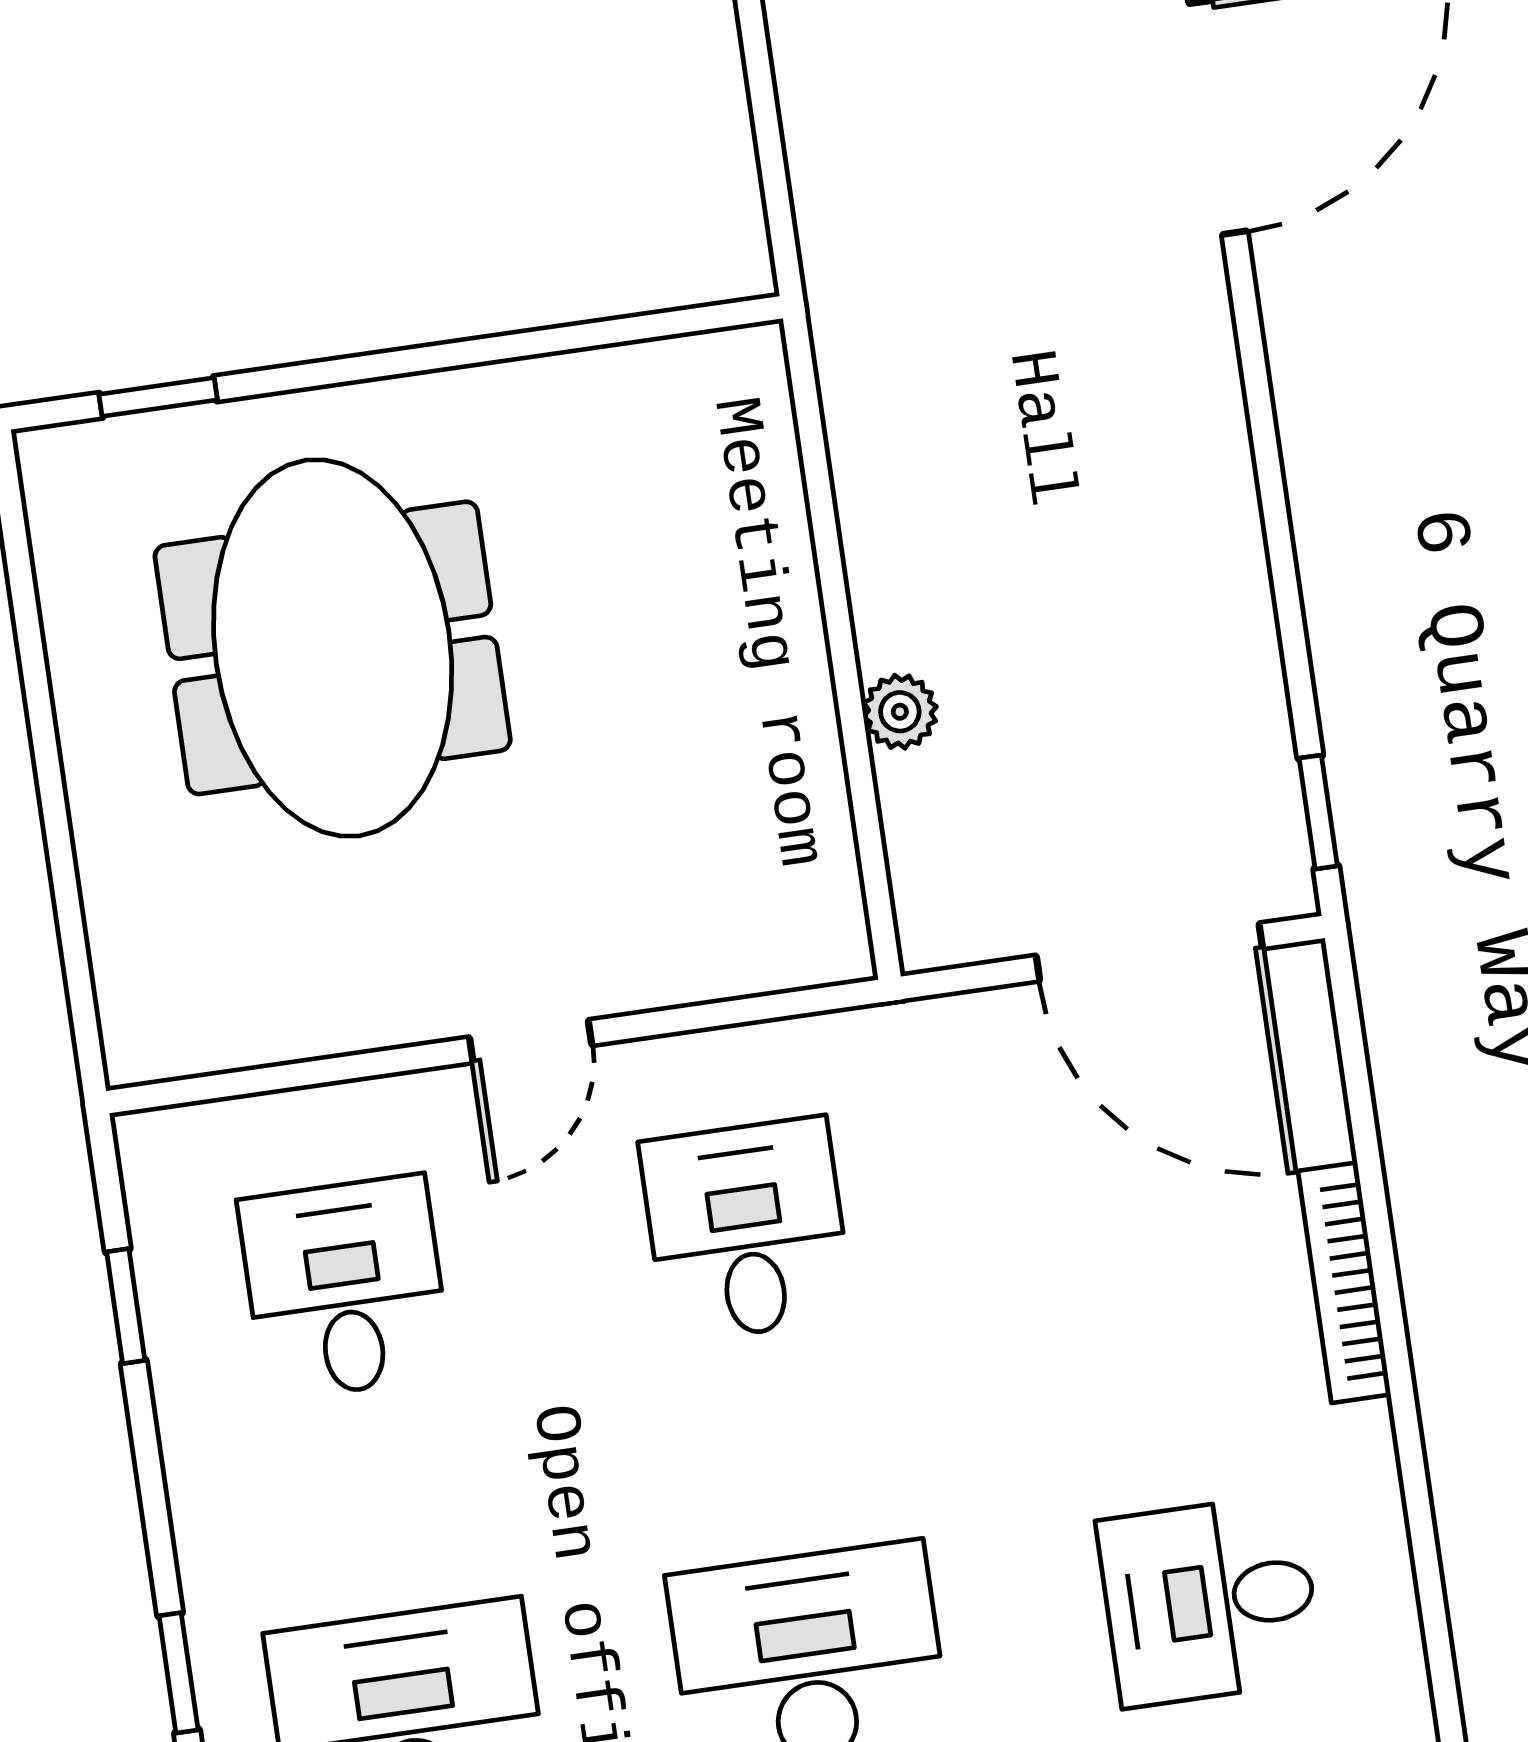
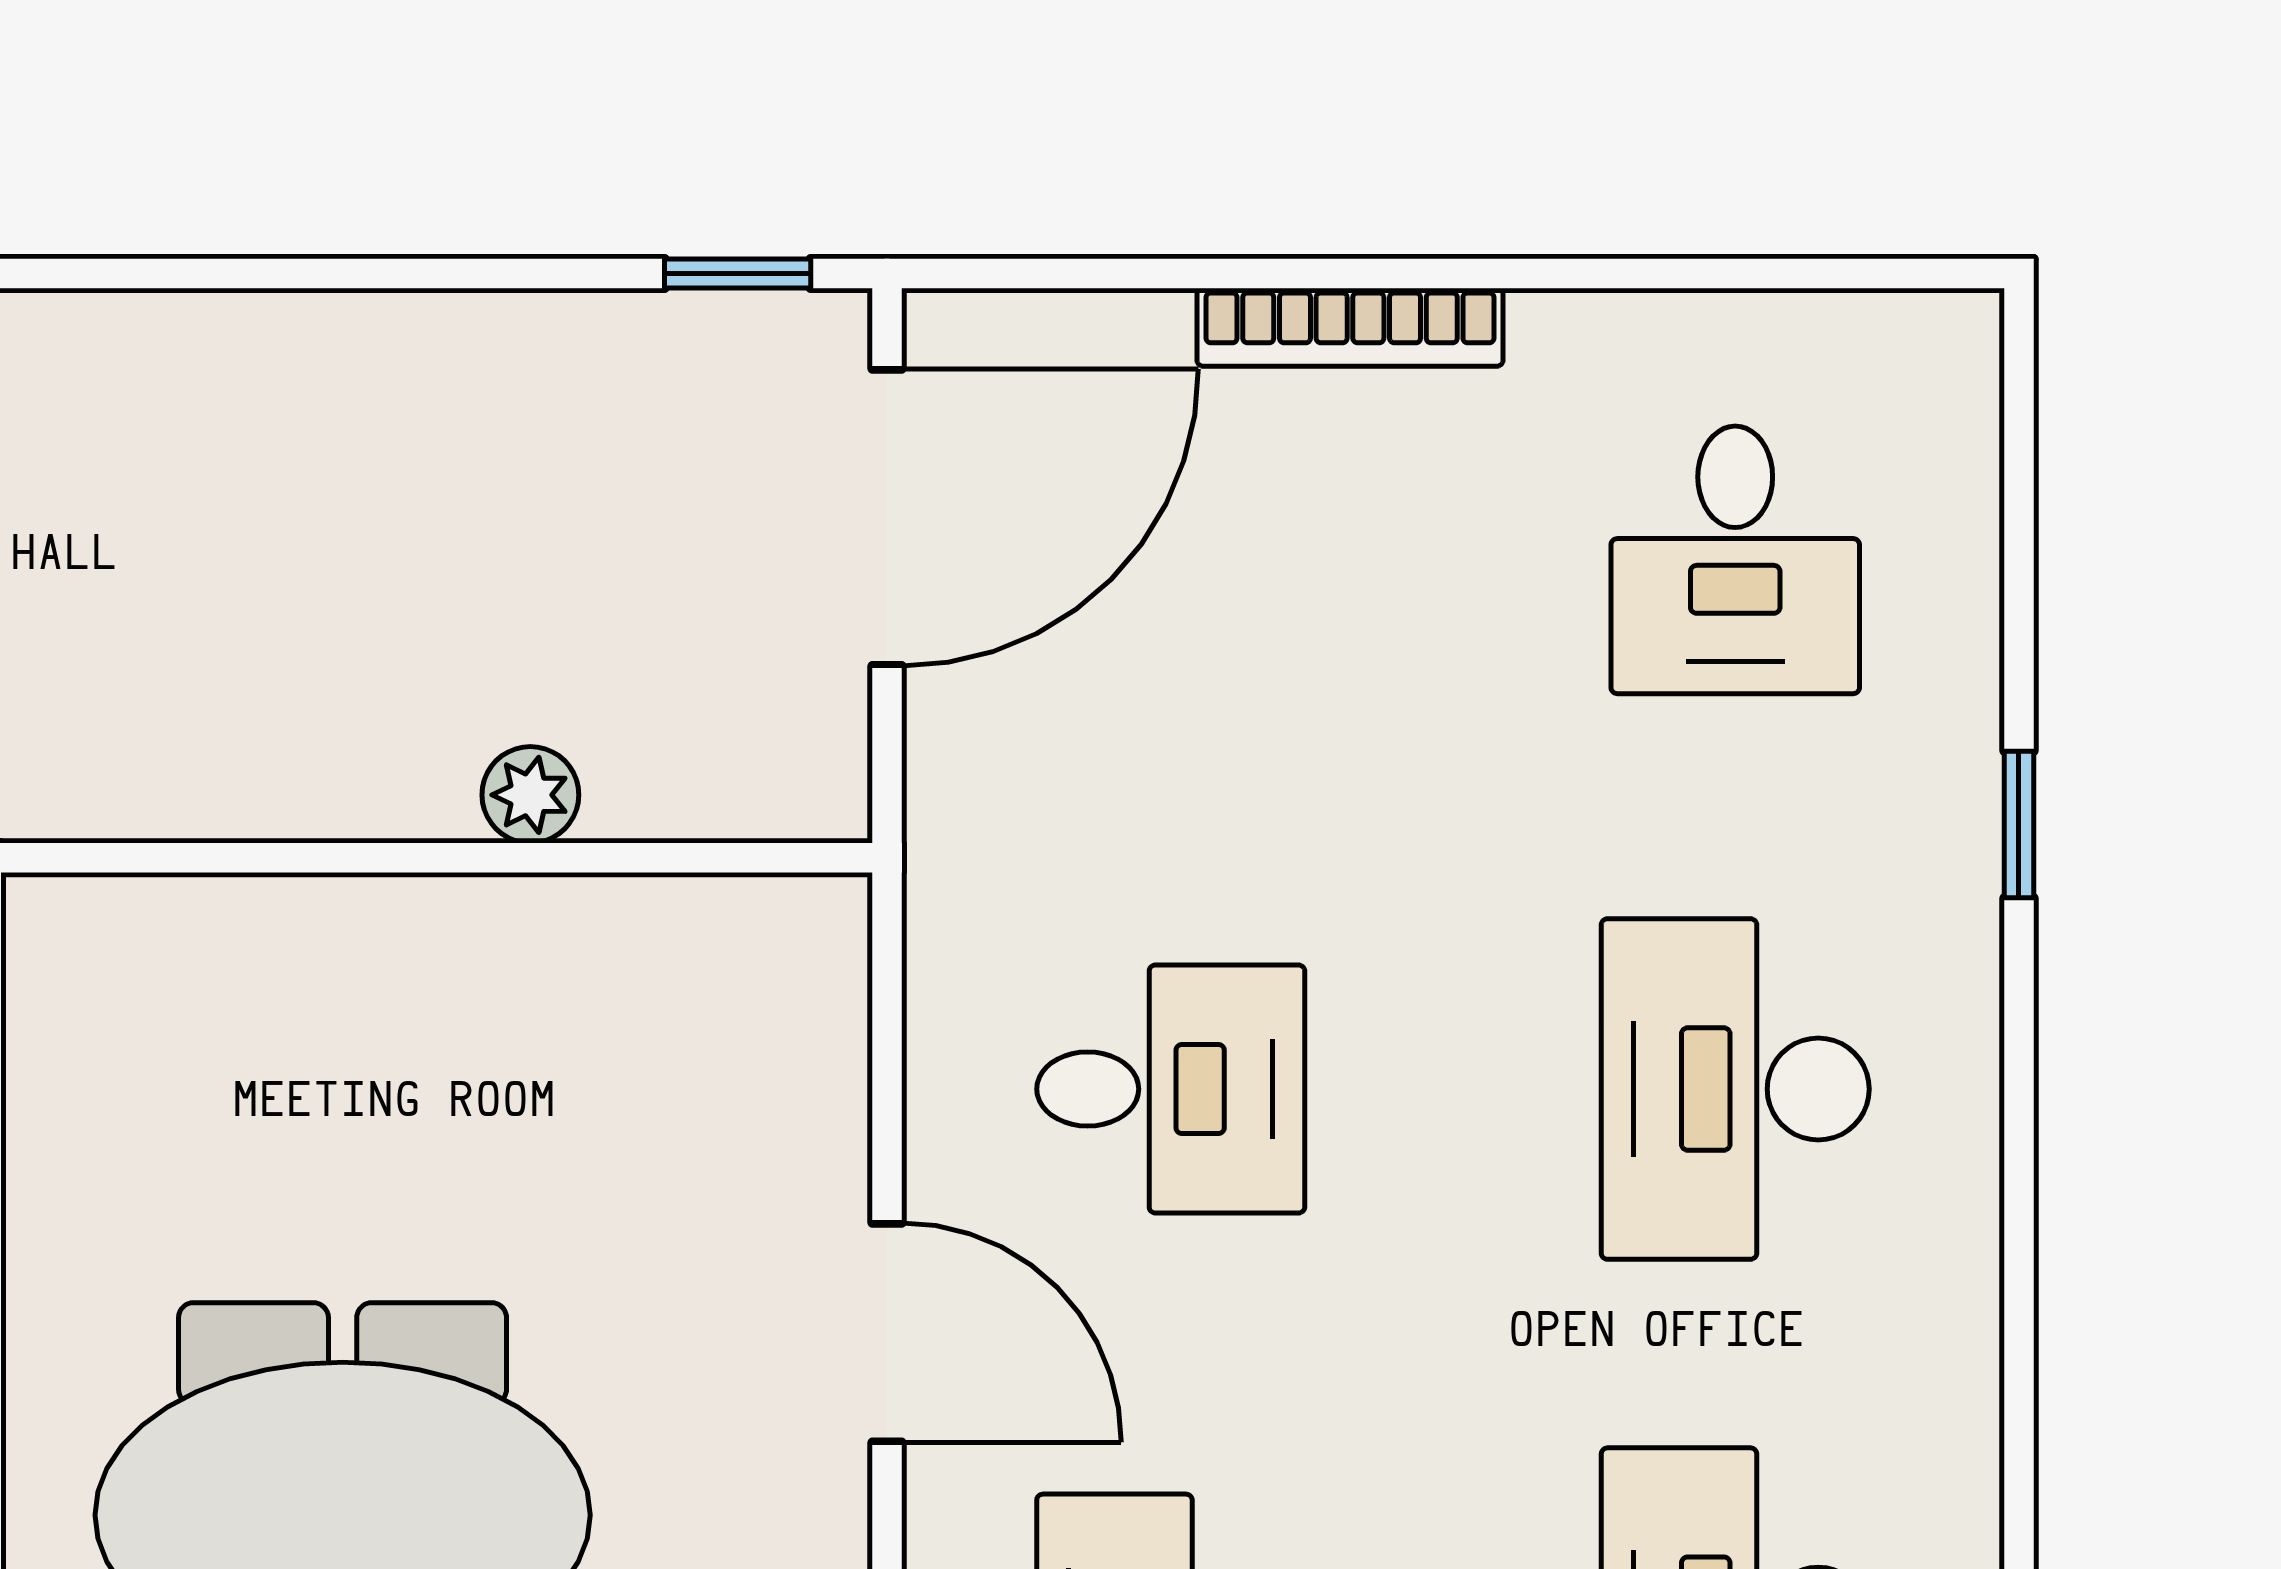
door: (531, 1041) -> (887, 1333), width x1.38
desk: (747, 1230) -> (1171, 1089), turned 180

